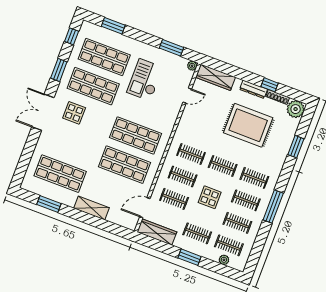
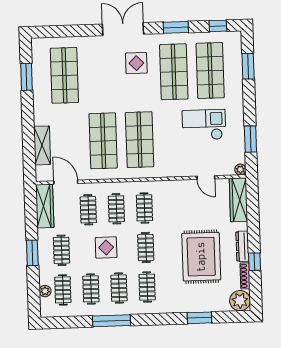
window: (273, 207) -> (111, 321), moved
shelving: (92, 208) -> (42, 145), moved

